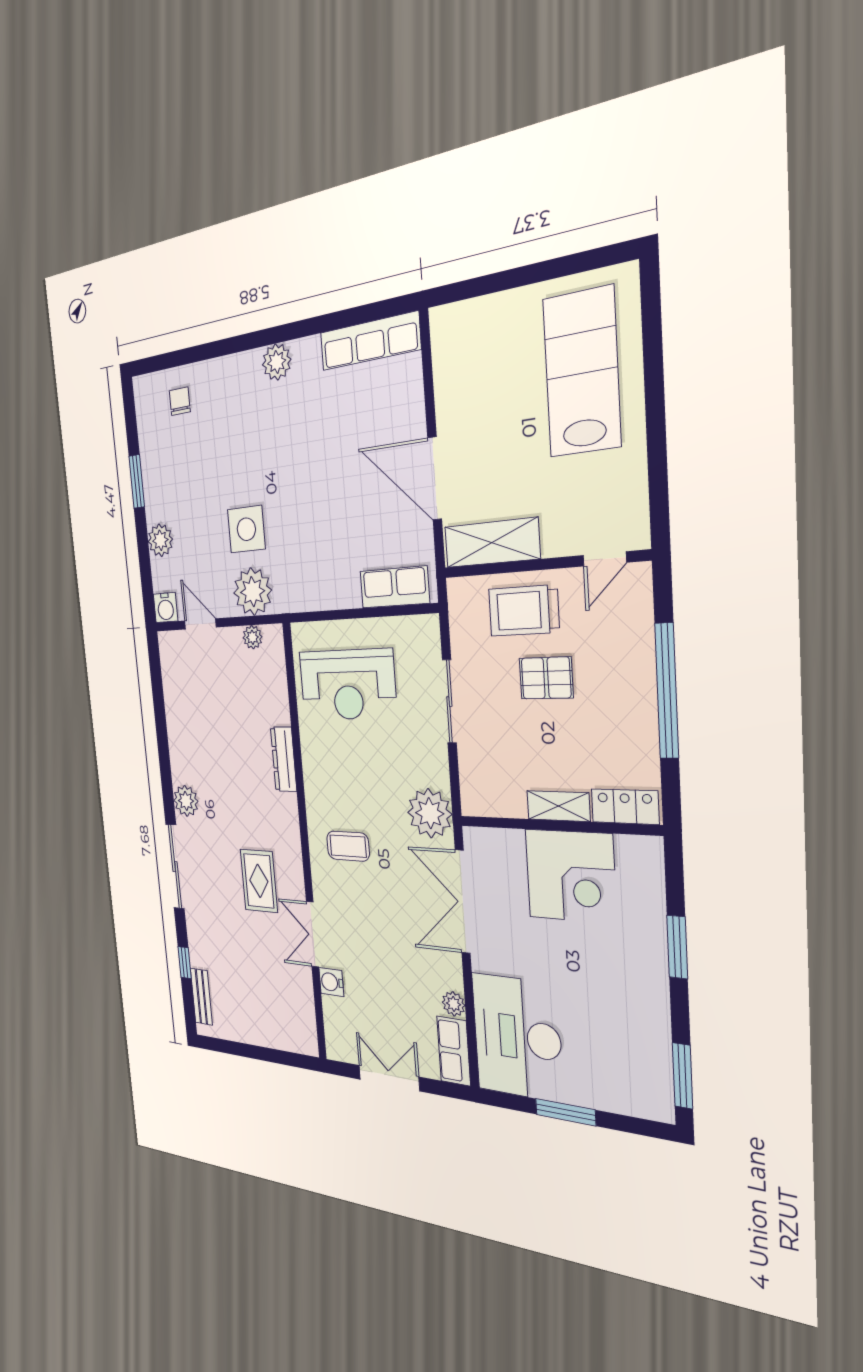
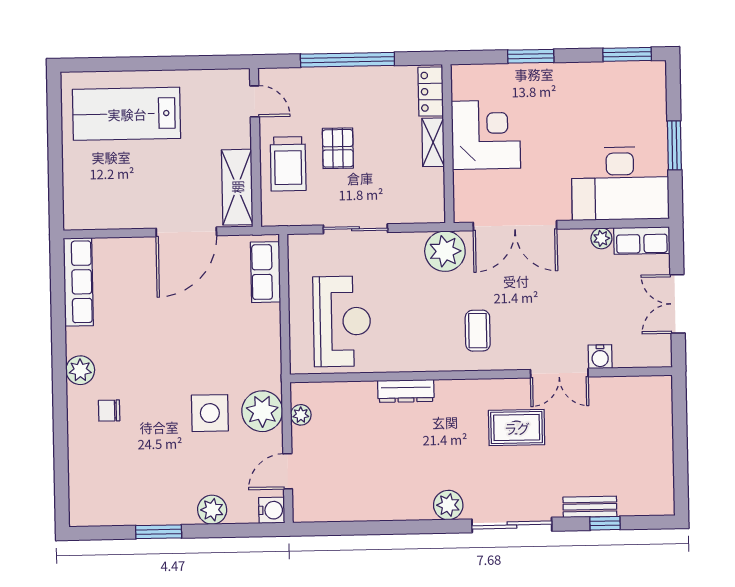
chair: (180, 401) -> (109, 411), moved
bench: (201, 997) -> (590, 507), moved

